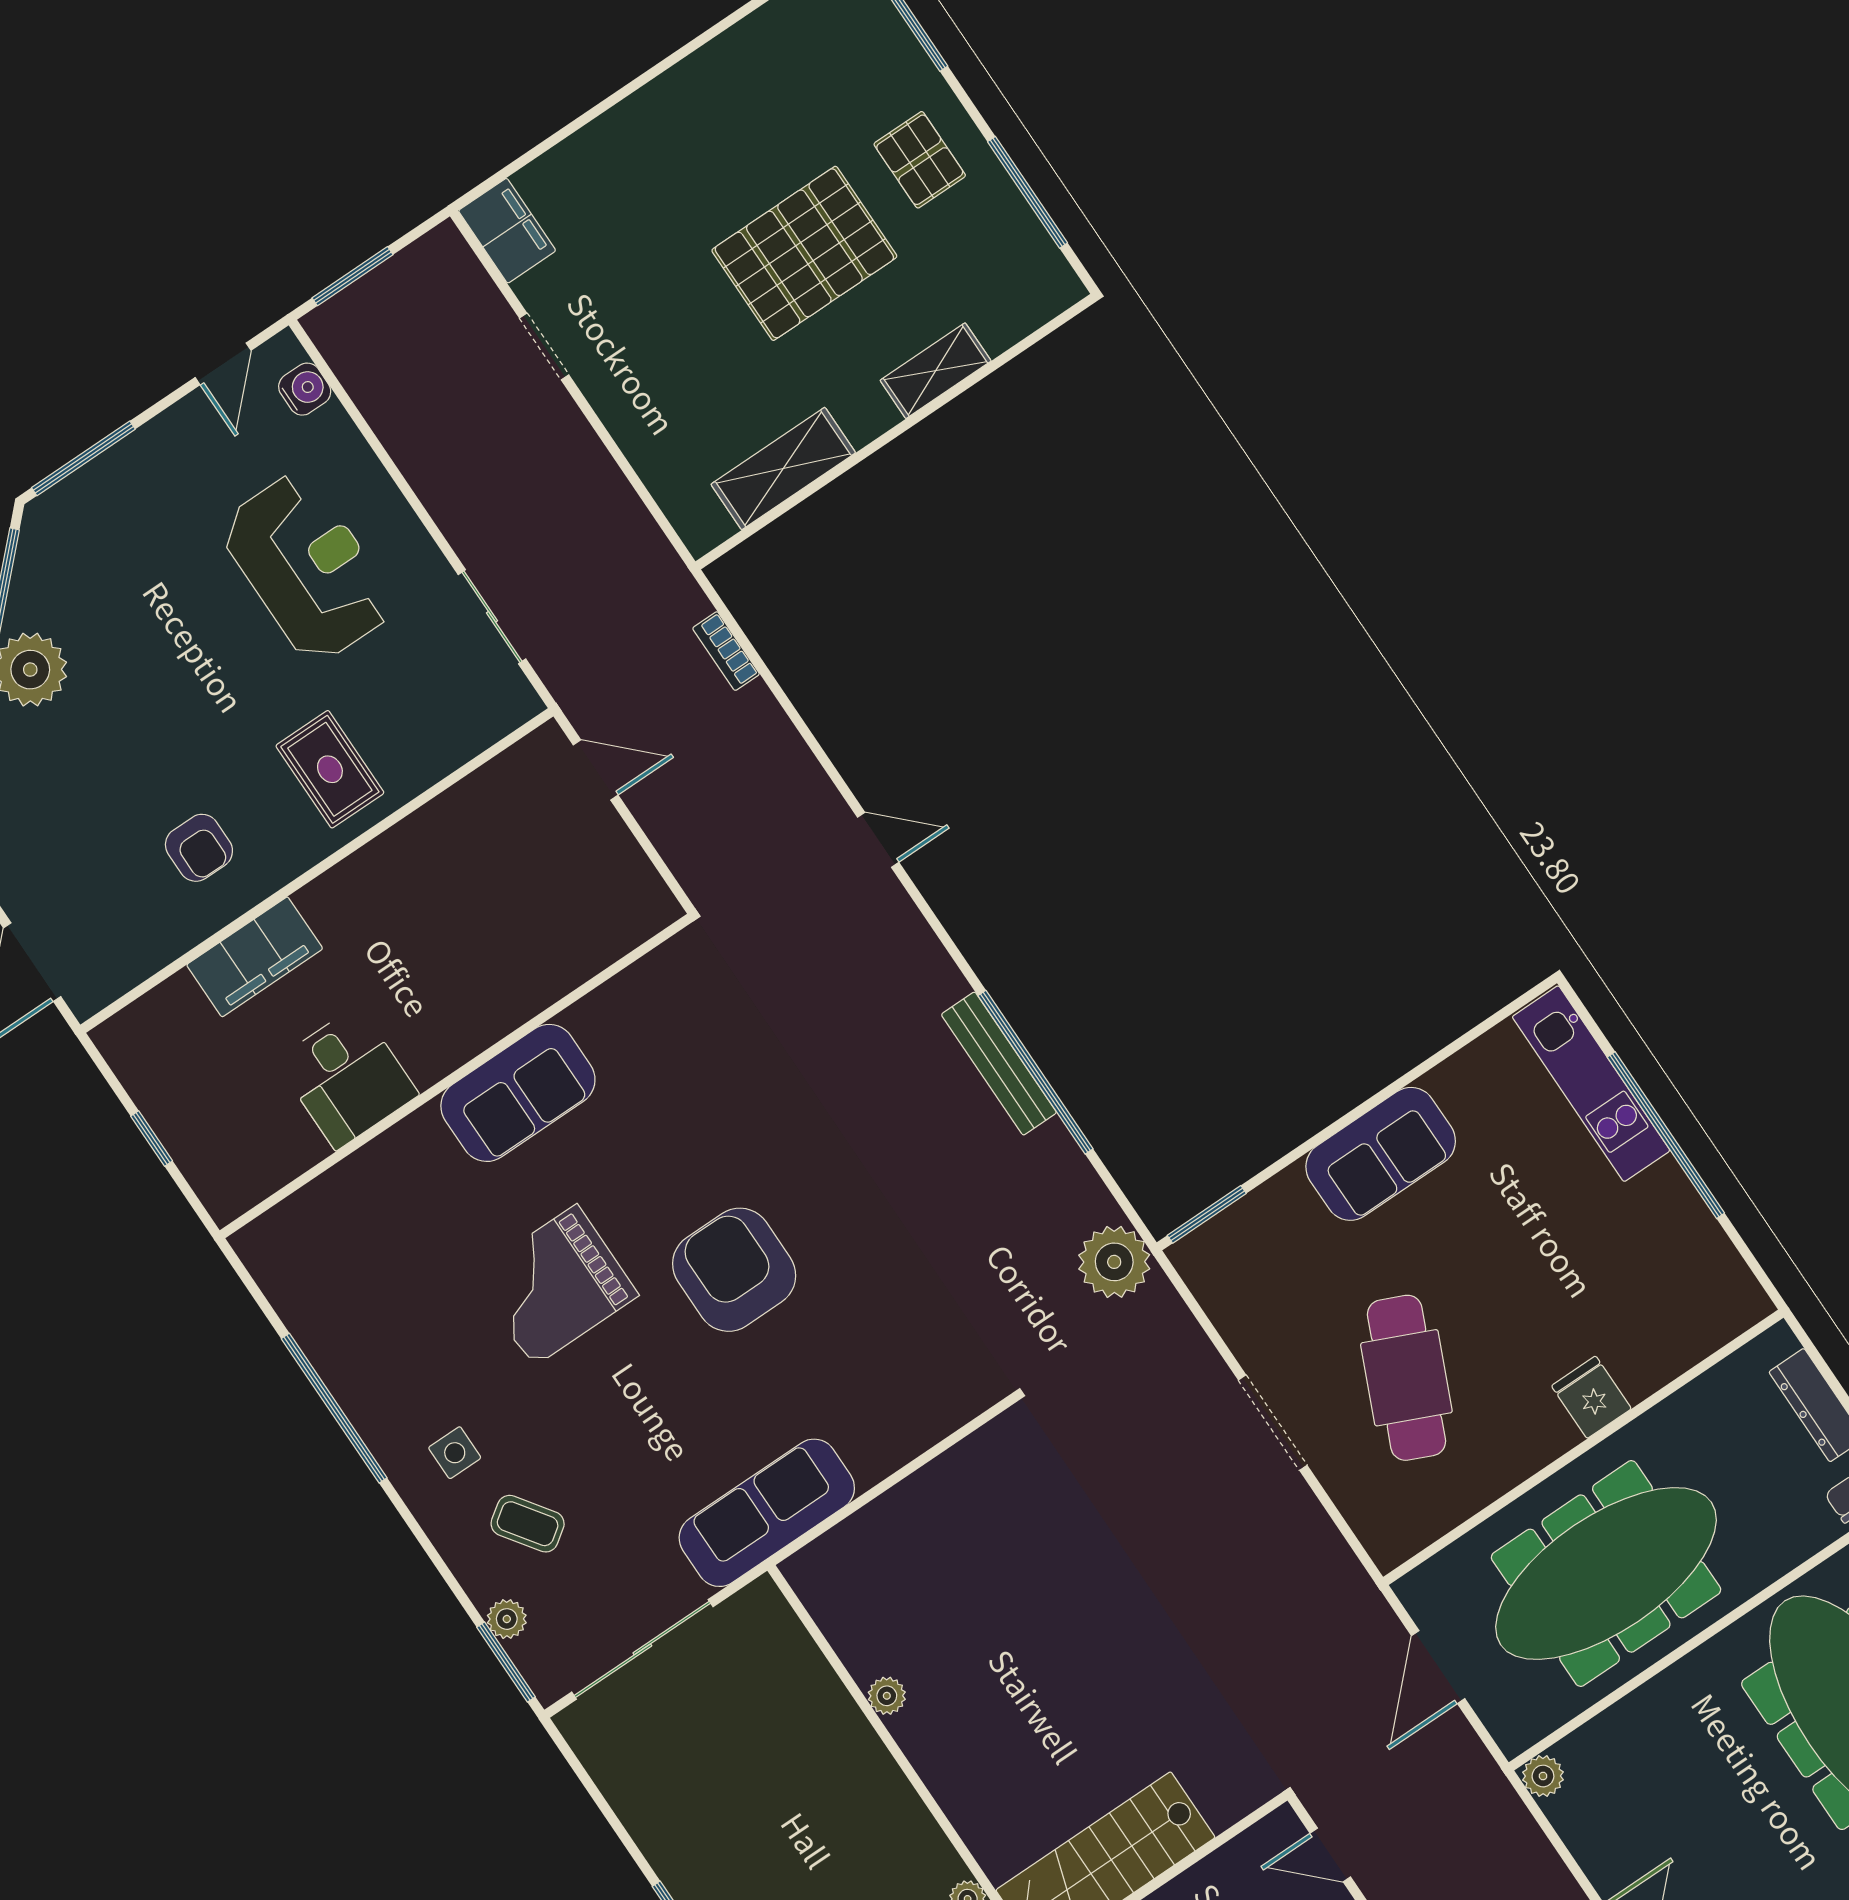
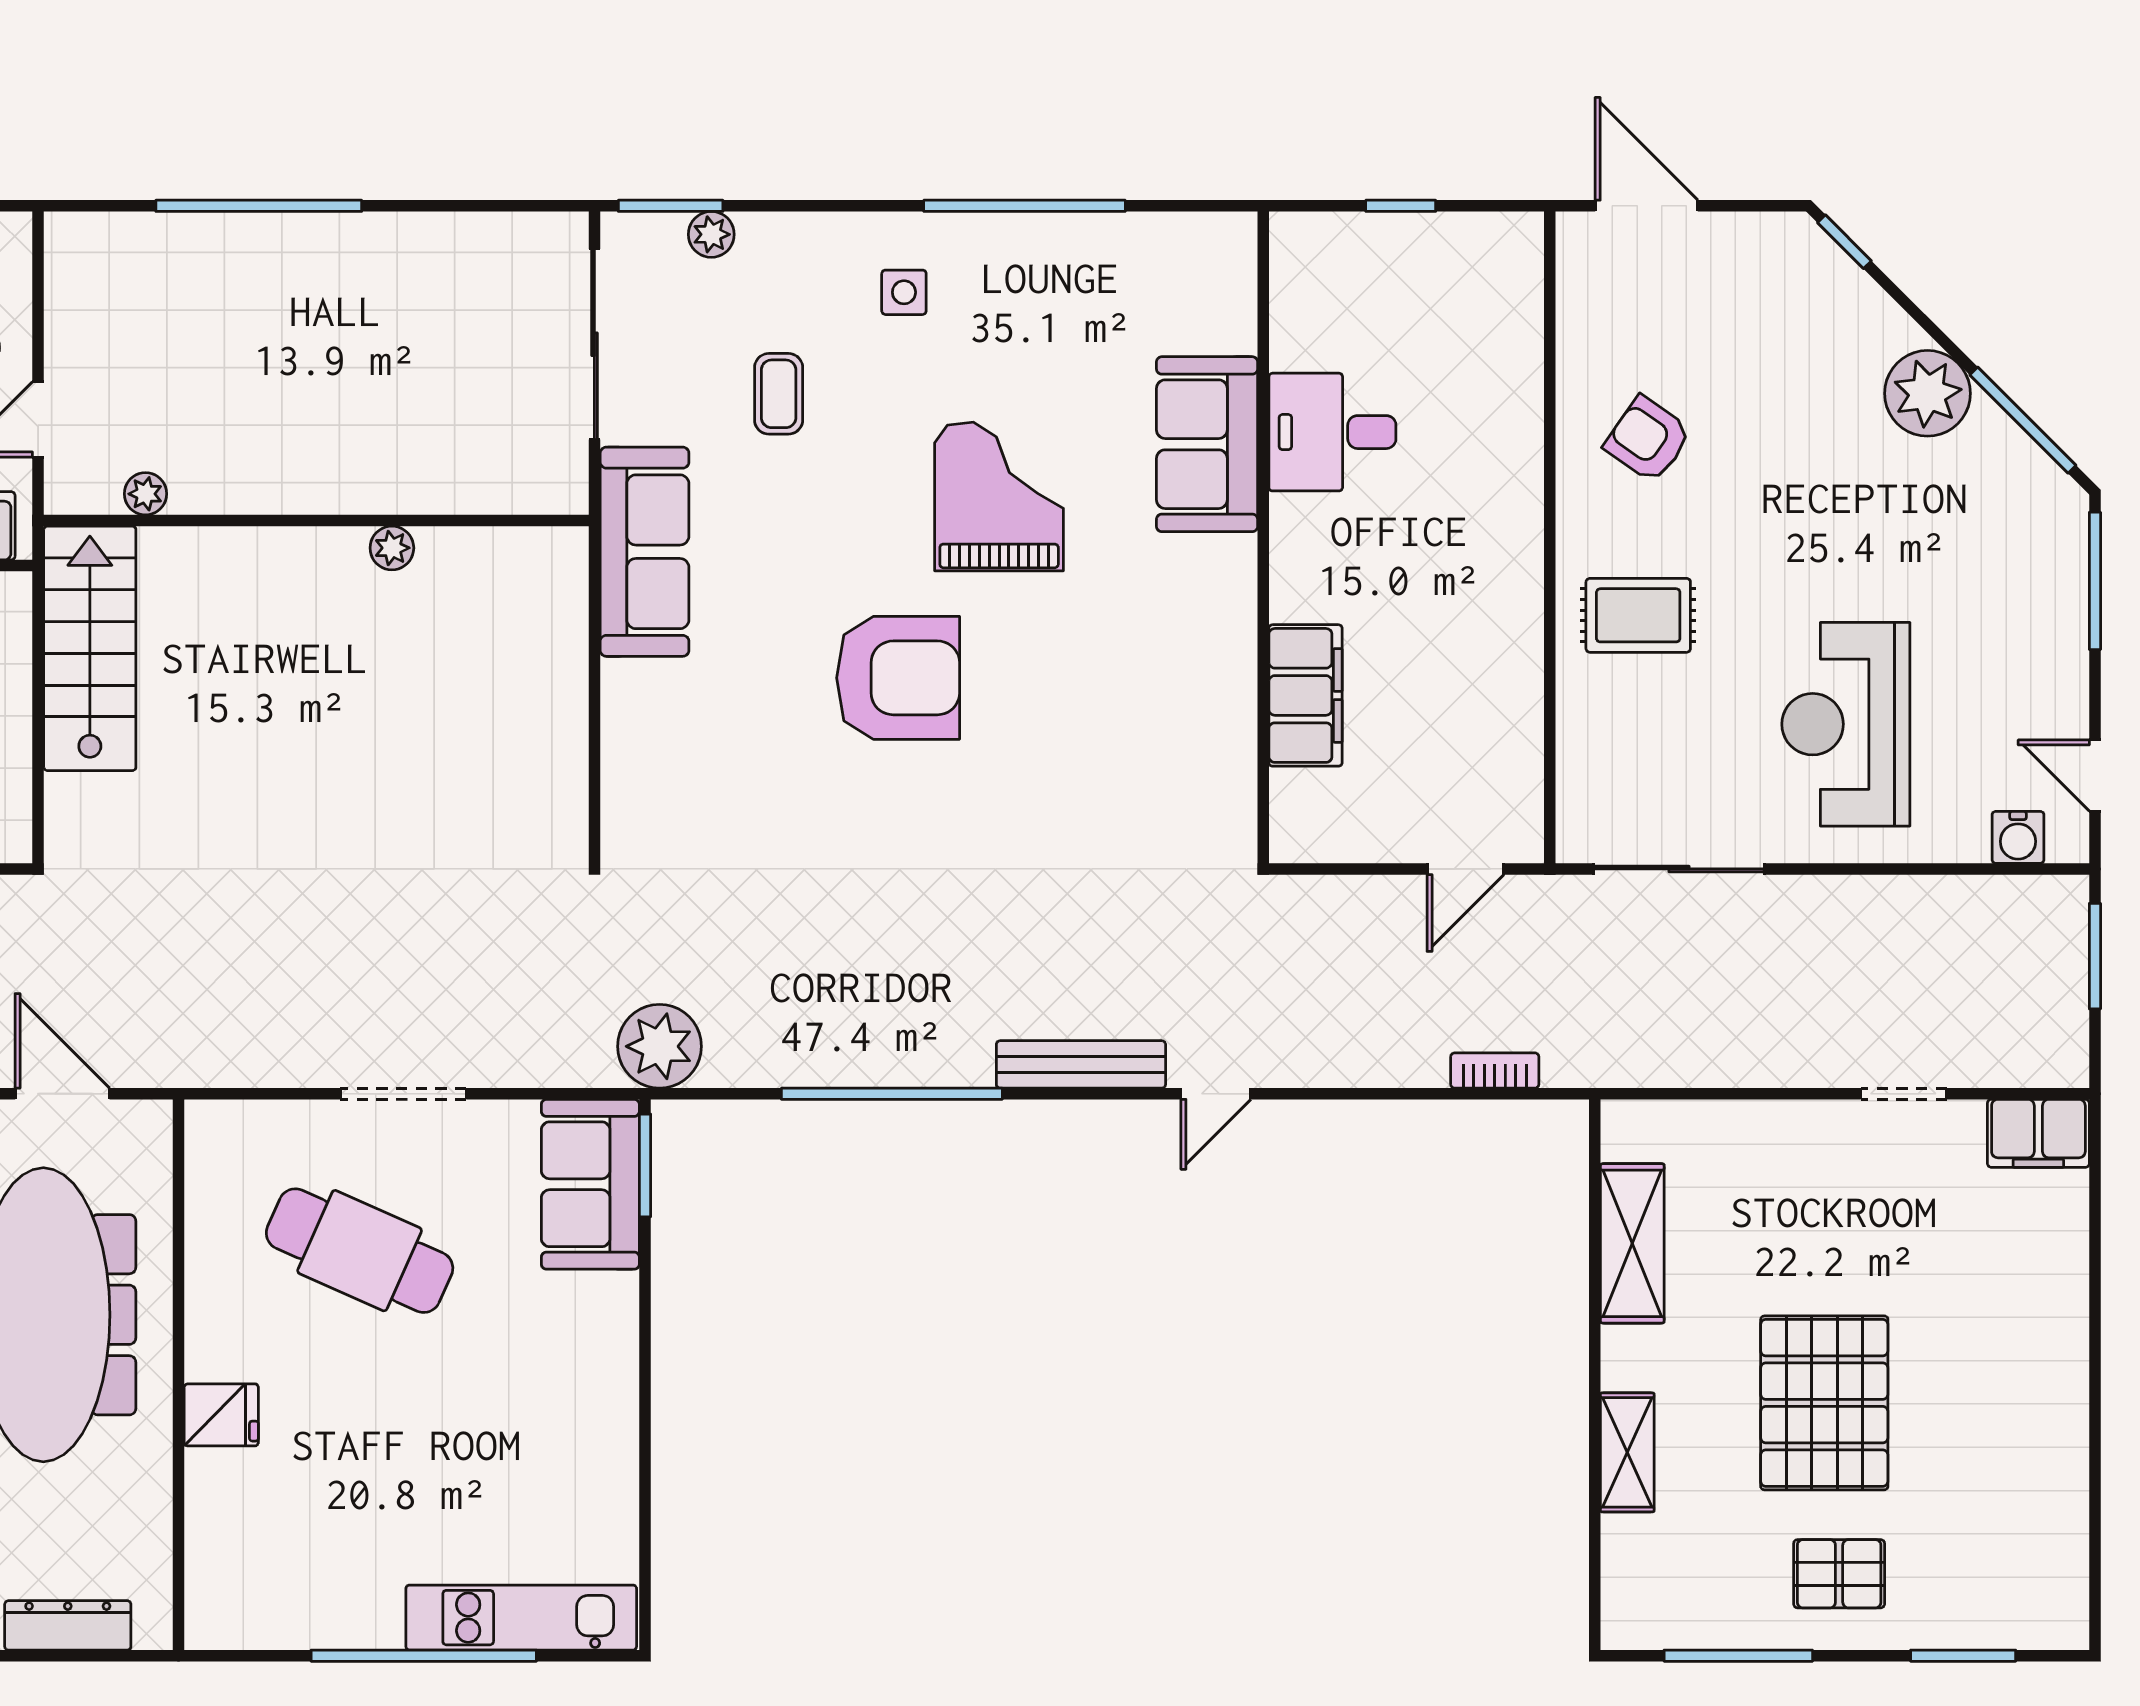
reception desk: (307, 567) -> (1846, 724), turned 90
sliding door: (492, 617) -> (1679, 869), width x1.37
armchair: (199, 848) -> (1648, 439), turned 35
filing cabinet: (255, 957) -> (1306, 695), moved, turned 180
bench: (999, 1064) -> (1081, 1064), moved
sofa: (518, 1093) -> (1207, 444), moved
sofa: (1381, 1154) -> (590, 1184), moved
coffee table: (528, 1524) -> (779, 394), moved, turned -55

